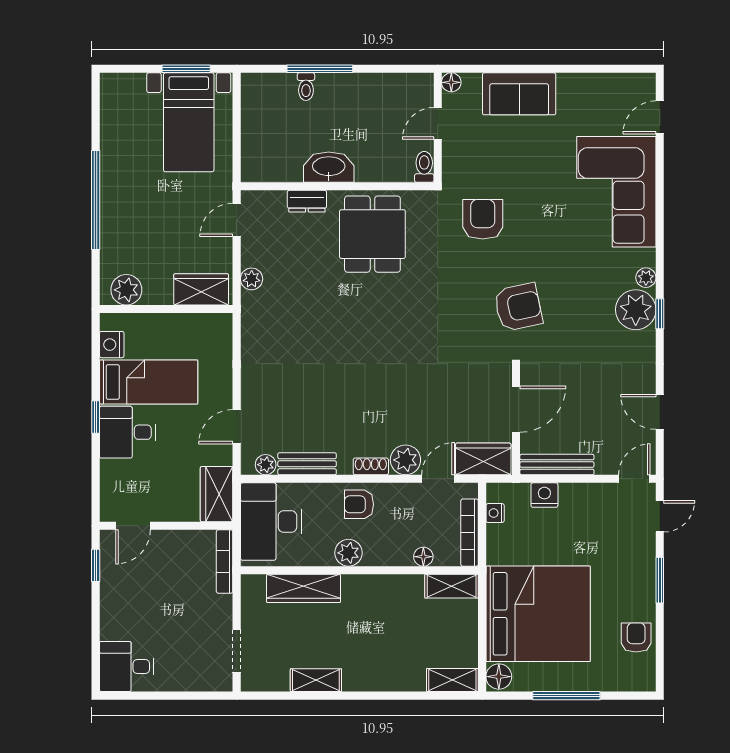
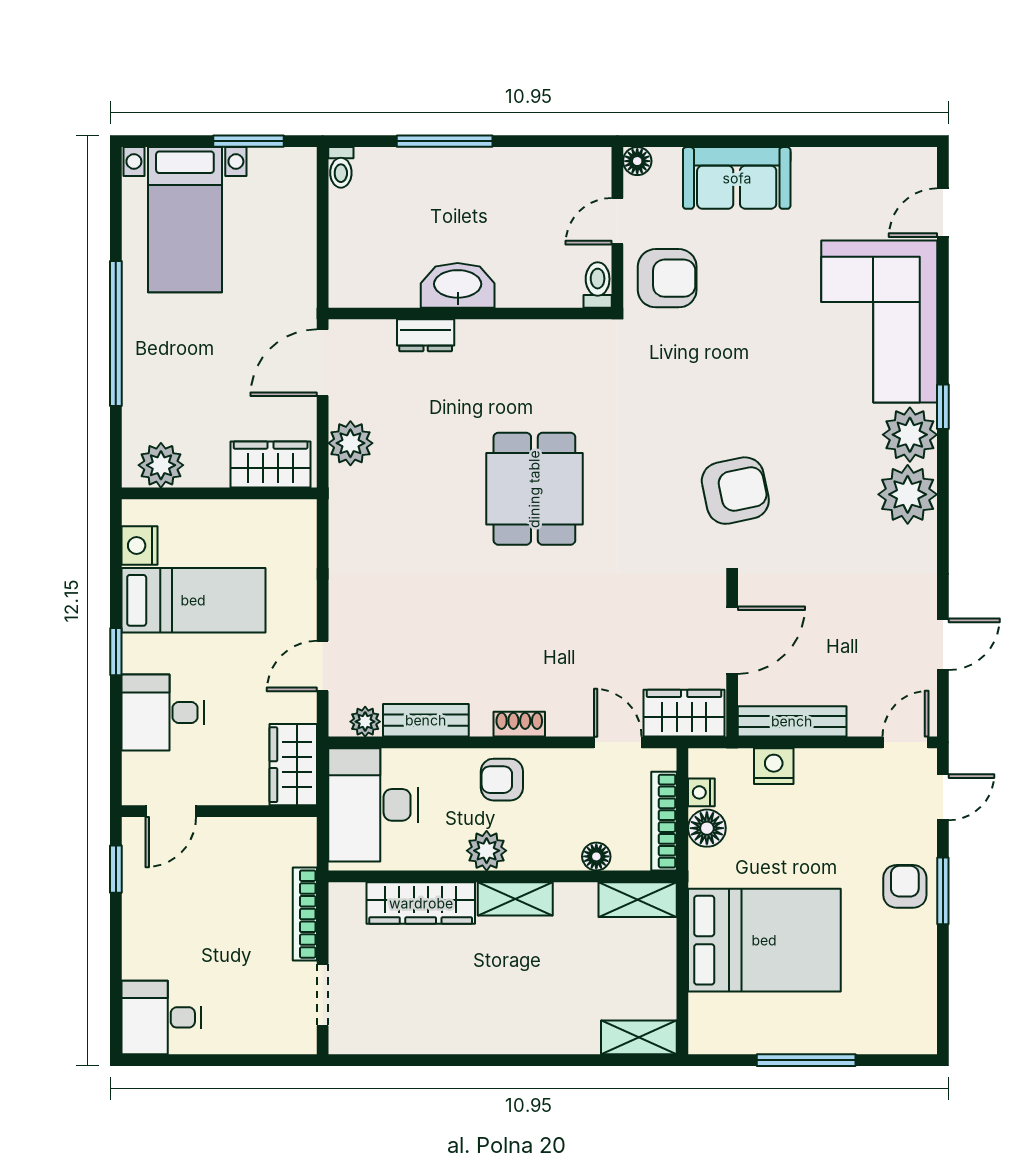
toilet: (306, 87) -> (341, 167), moved
bed with nightstands: (189, 122) -> (185, 220), moved
armchair: (483, 219) -> (667, 278), moved, turned 90
door: (237, 220) -> (323, 363), width x1.38
dining table: (372, 234) -> (534, 489), moved
plant: (646, 278) -> (910, 435), width x1.88, depth x1.88
plant: (252, 279) -> (350, 443), width x1.38, depth x1.38
window: (660, 314) -> (943, 407), moved
door: (660, 412) -> (943, 644), swing flipped
desk: (128, 432) -> (163, 713), moved
plant: (405, 460) -> (570, 715), removed
door: (438, 479) -> (618, 742), hinge flipped
bookcase: (225, 562) -> (305, 914), moved
bed: (538, 614) -> (764, 940), width x0.73
armchair: (636, 638) -> (905, 886), moved
floor lamp: (499, 677) -> (707, 828), moved
shelving: (316, 680) -> (515, 899), moved

